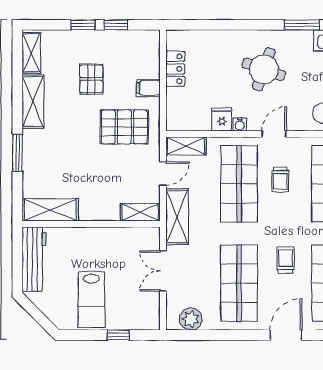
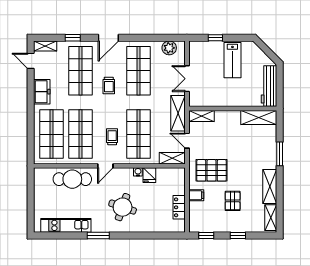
window: (116, 25) -> (206, 235), moved
door: (274, 134) -> (105, 166), moved
door: (163, 173) -> (187, 141), hinge flipped
double door: (163, 271) -> (187, 79), swing flipped
lab bench: (91, 300) -> (232, 60), turned 180

